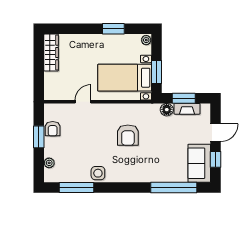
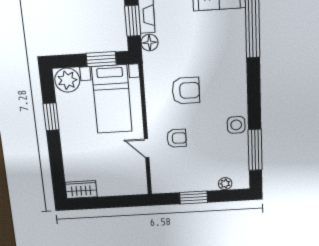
plant: (146, 40) -> (67, 80), width x1.88, depth x1.88
wardrobe: (51, 52) -> (81, 190), width x0.67
armchair: (53, 129) -> (177, 138), moved

